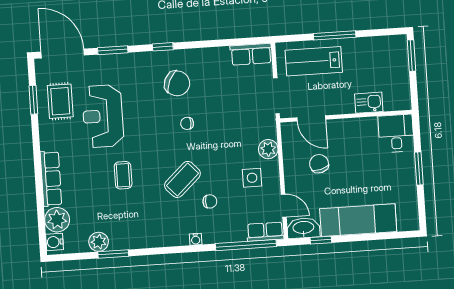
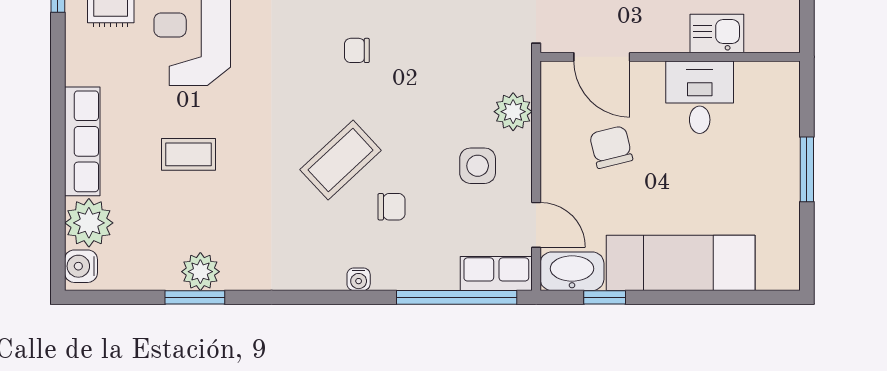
desk: (396, 133) -> (700, 97), moved
coffee table: (123, 175) -> (188, 154), moved, turned 90
plant: (99, 242) -> (200, 272), moved

